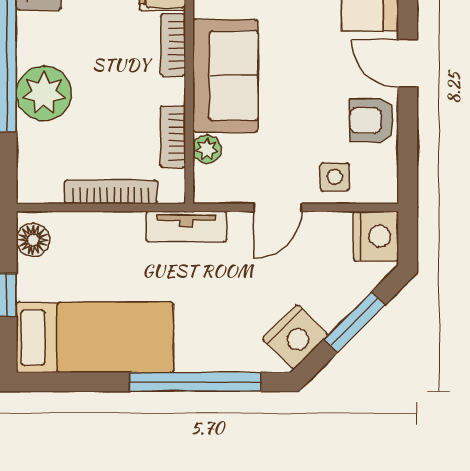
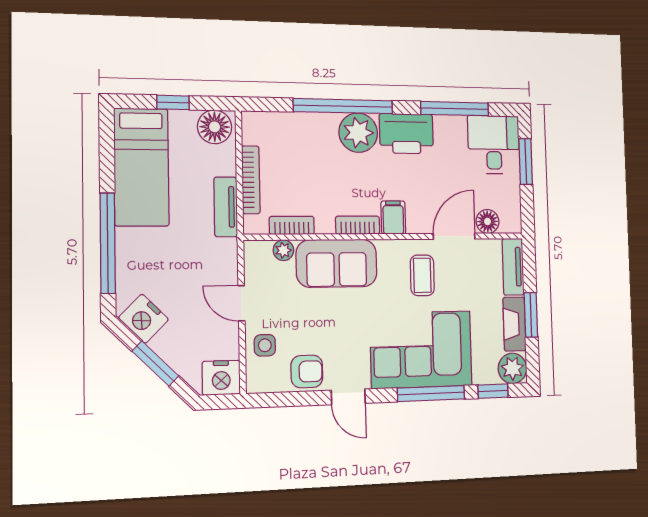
door: (408, 64) -> (348, 397), swing flipped
plant: (44, 93) -> (358, 133), moved
armchair: (371, 120) -> (307, 371), turned 90
tv unit: (186, 226) -> (226, 207), moved
floor lamp: (33, 240) -> (215, 127), width x1.38, depth x1.38

